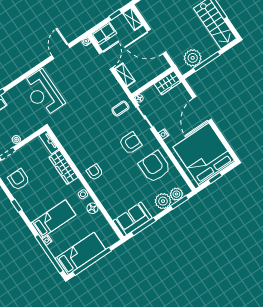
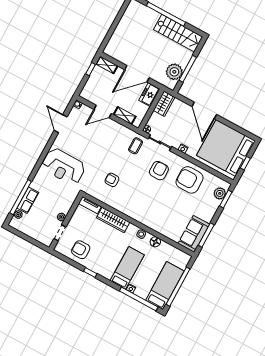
freezer: (104, 34) -> (149, 95), moved, turned 180
door: (106, 60) -> (103, 111), swing flipped
armchair: (95, 172) -> (112, 180), moved
plant: (163, 201) -> (211, 205), removed

